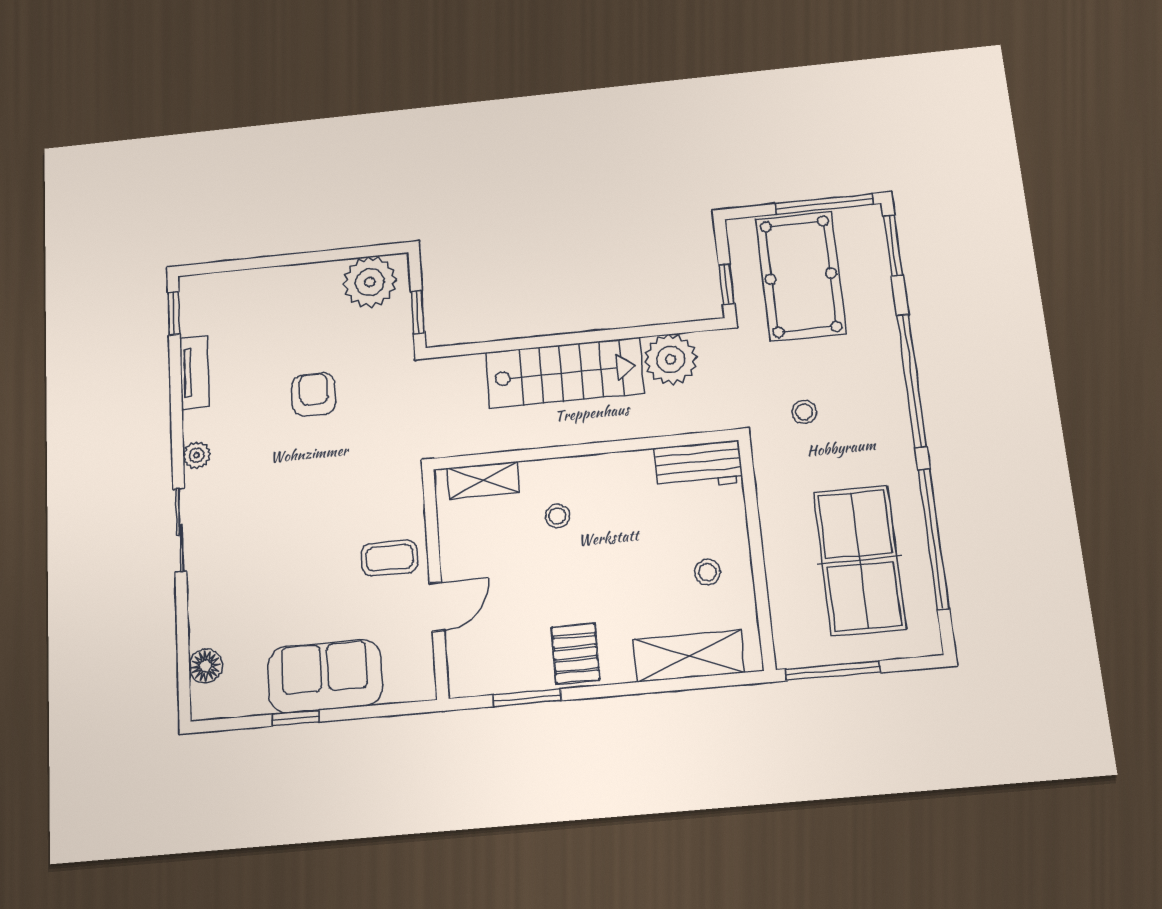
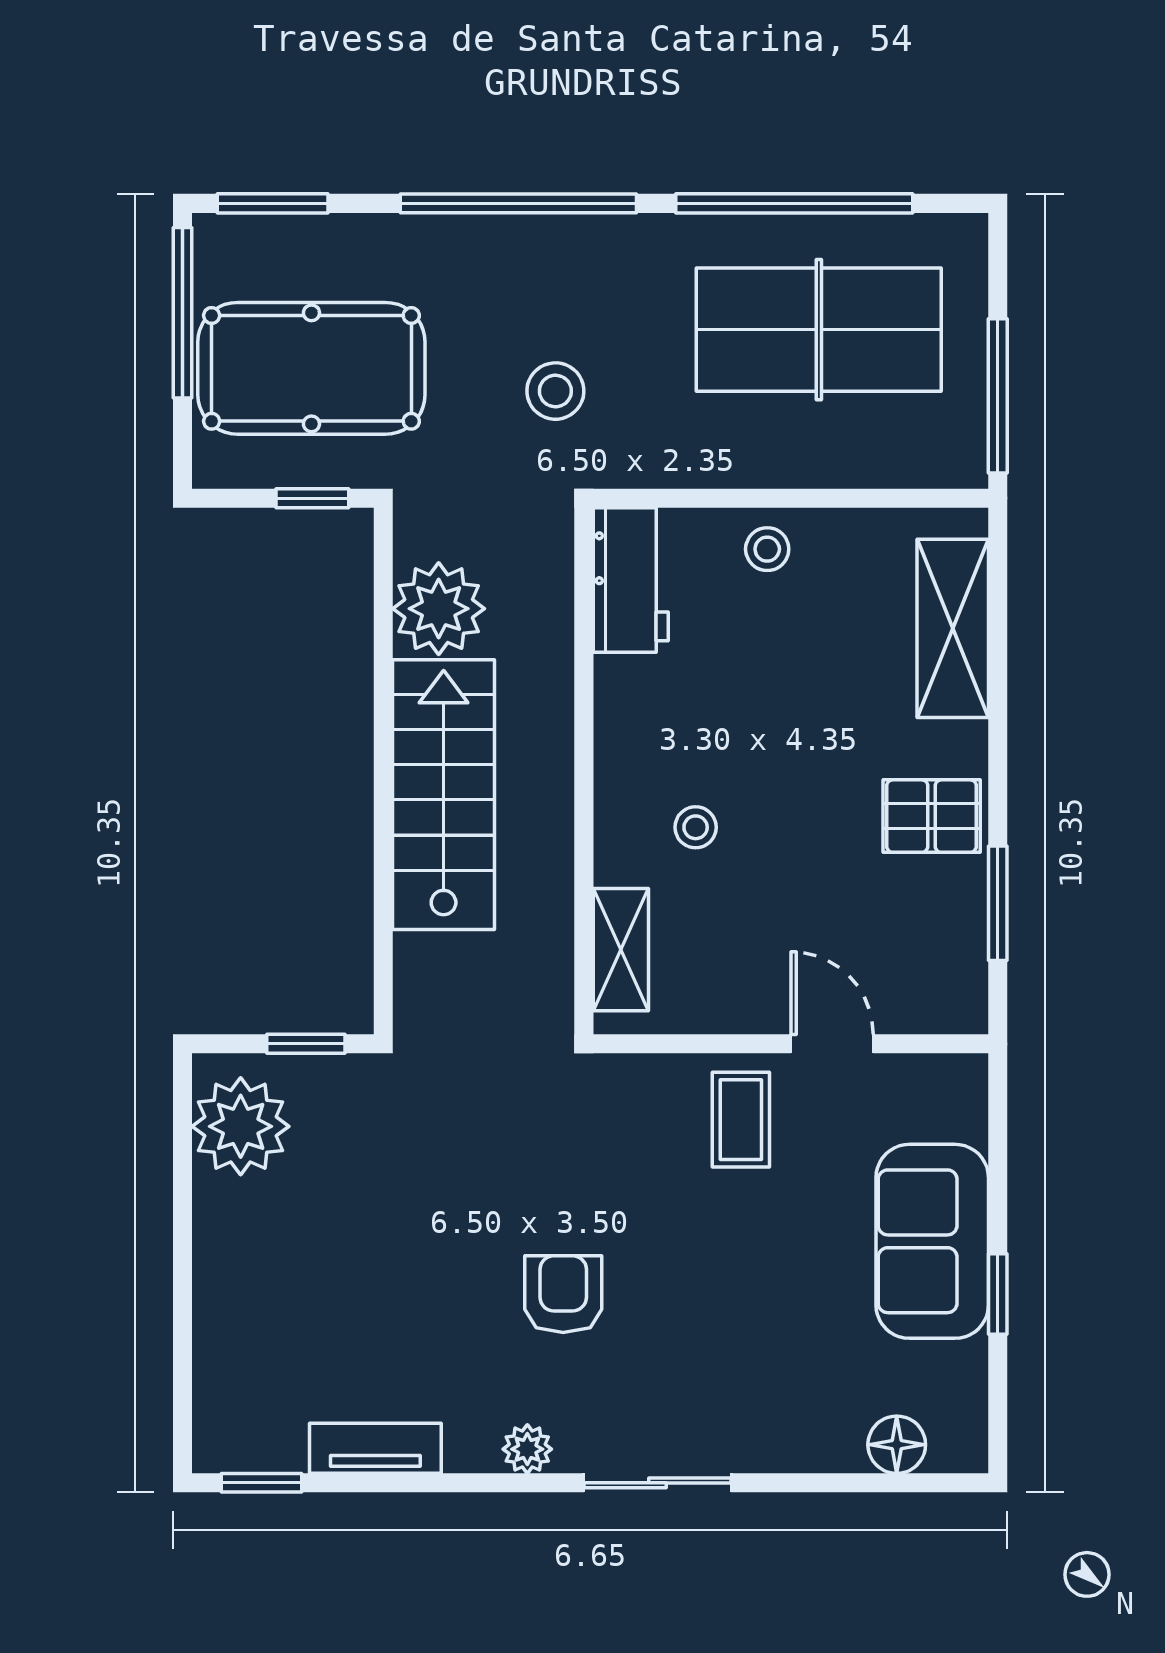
armchair: (314, 394) -> (563, 1294), moved, turned 90
stool: (804, 412) -> (555, 391), width x1.37, depth x1.37
stool: (708, 572) -> (767, 549), moved

